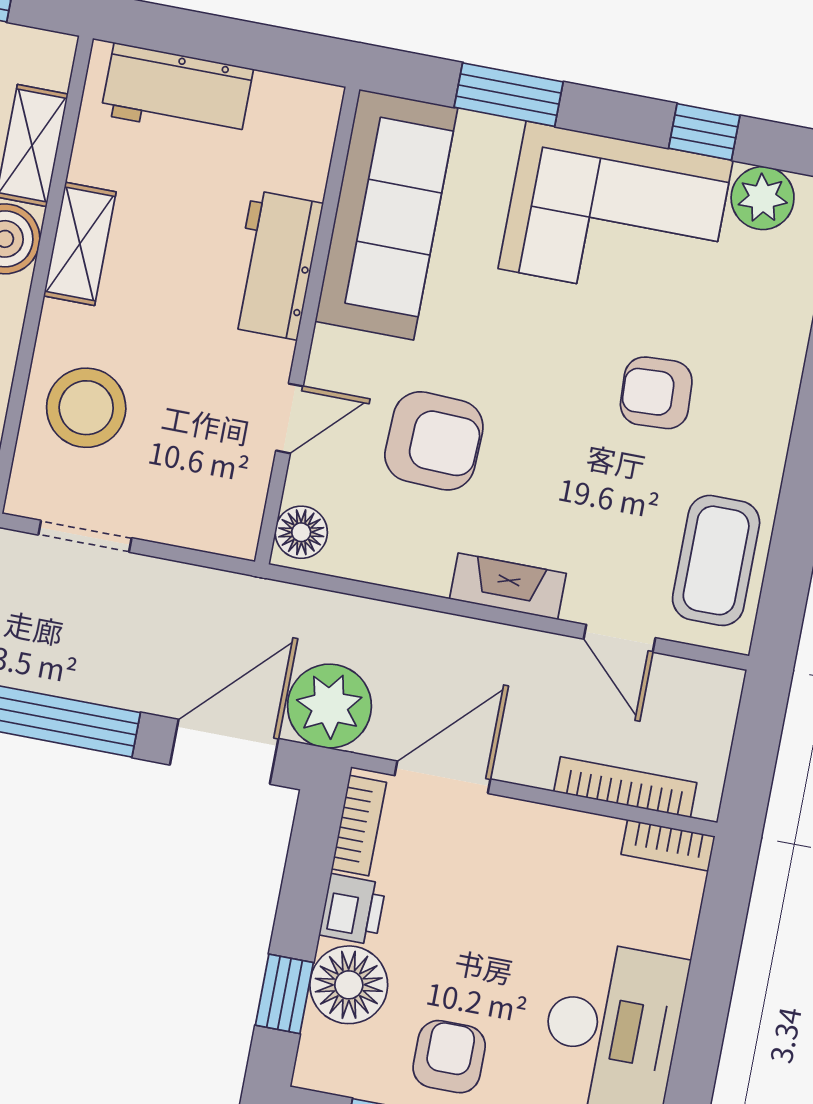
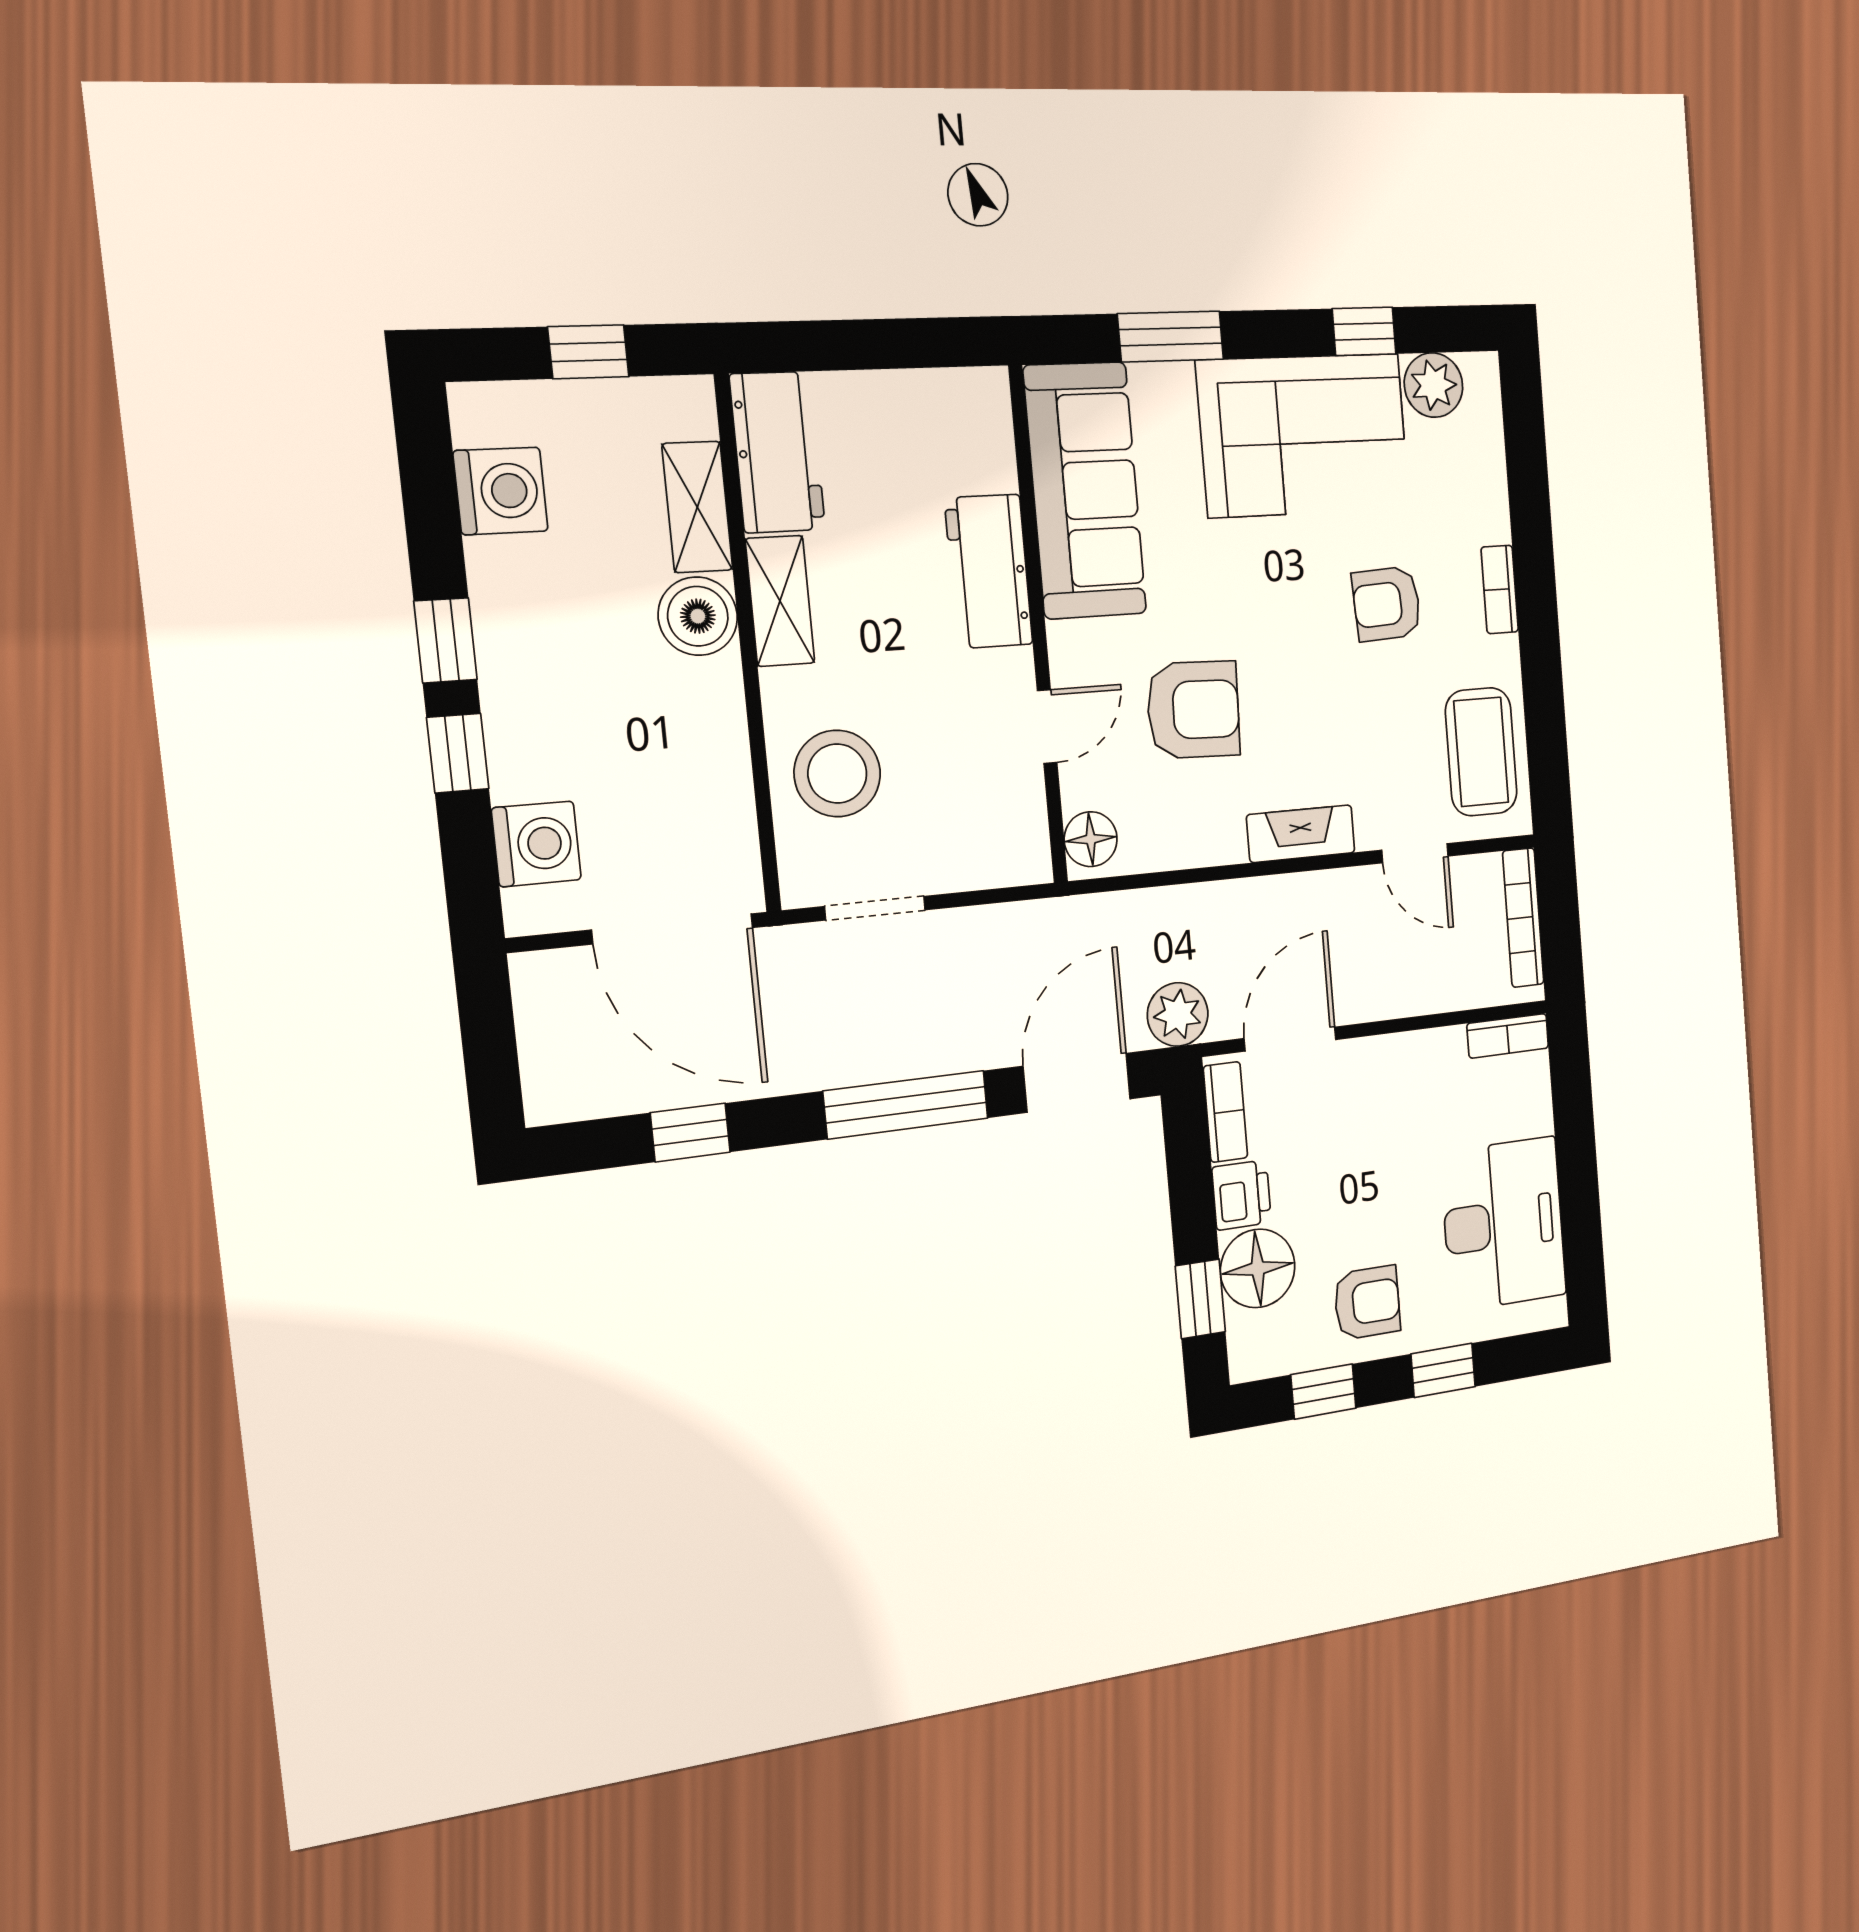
workbench: (177, 92) -> (777, 452), moved, turned -90
bookcase: (779, 409) -> (1500, 589), added
plant: (329, 706) -> (1178, 1014), width x0.73, depth x0.73
bookcase: (625, 787) -> (1523, 918), moved, turned -90
armchair: (449, 1057) -> (1367, 1303), turned 90

